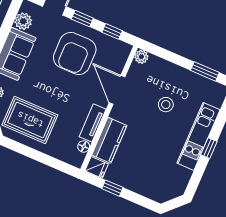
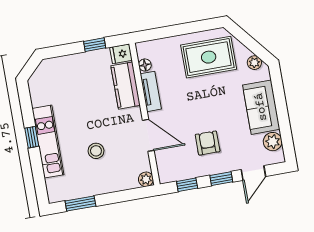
armchair: (75, 53) -> (208, 143), width x0.53, depth x0.53

